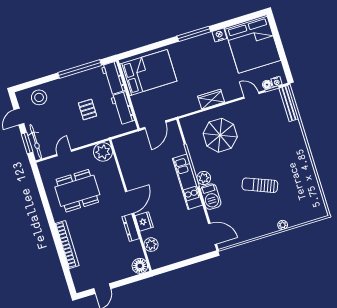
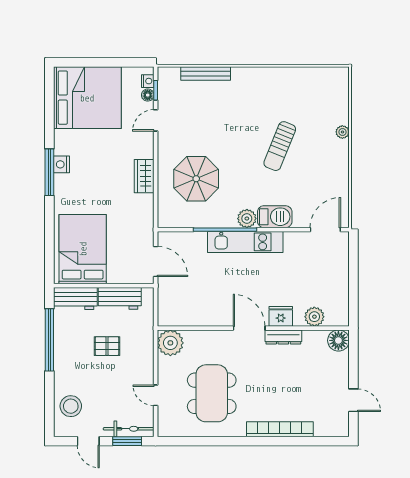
nightstand: (219, 35) -> (62, 164), moved
bench: (289, 103) -> (206, 74), moved

